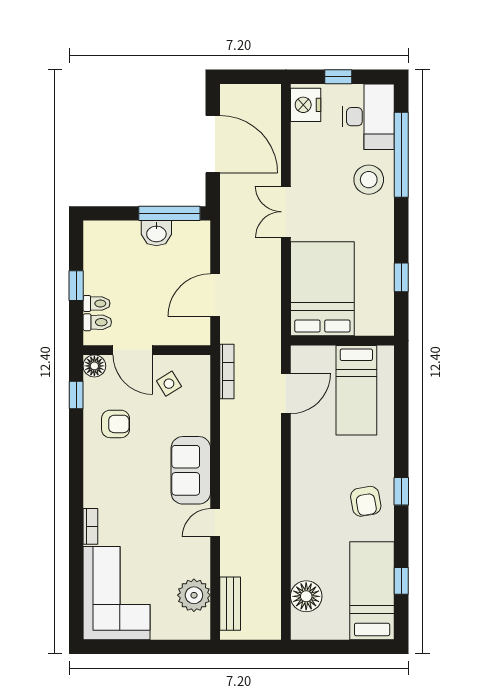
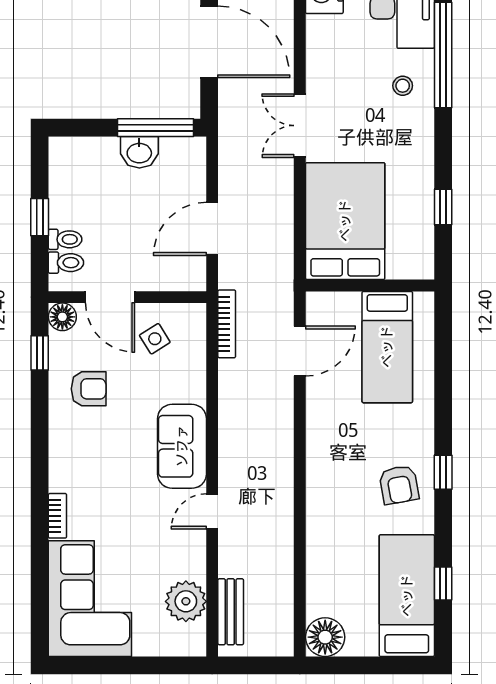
stool: (369, 180) -> (403, 86), width x0.53, depth x0.53
floor lamp: (306, 596) -> (325, 637), moved

